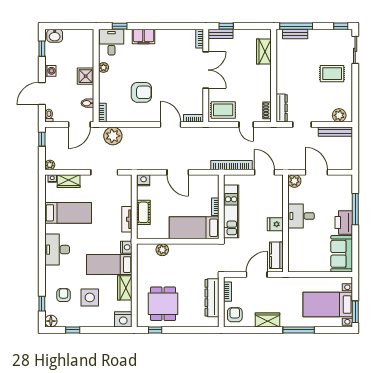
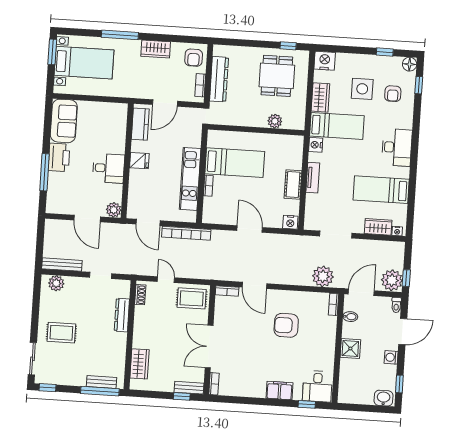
plant: (103, 67) -> (329, 357), removed
dresser: (282, 108) -> (122, 315), moved
plant: (50, 165) -> (392, 280), moved, width x1.88, depth x1.88
wall: (178, 241) -> (256, 130), moved
plant: (162, 250) -> (275, 121), moved

